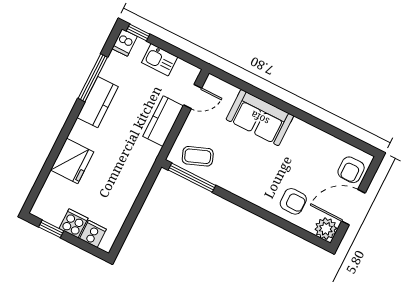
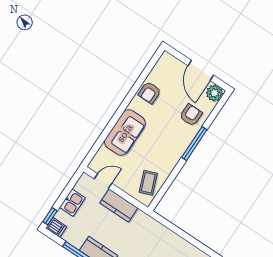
door: (193, 97) -> (103, 181), hinge flipped
armchair: (351, 170) -> (150, 93), moved, turned 90
window: (192, 178) -> (194, 144), moved

